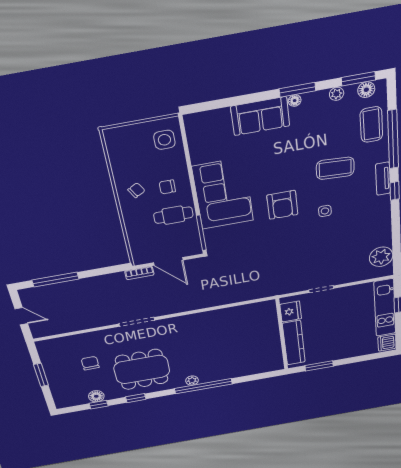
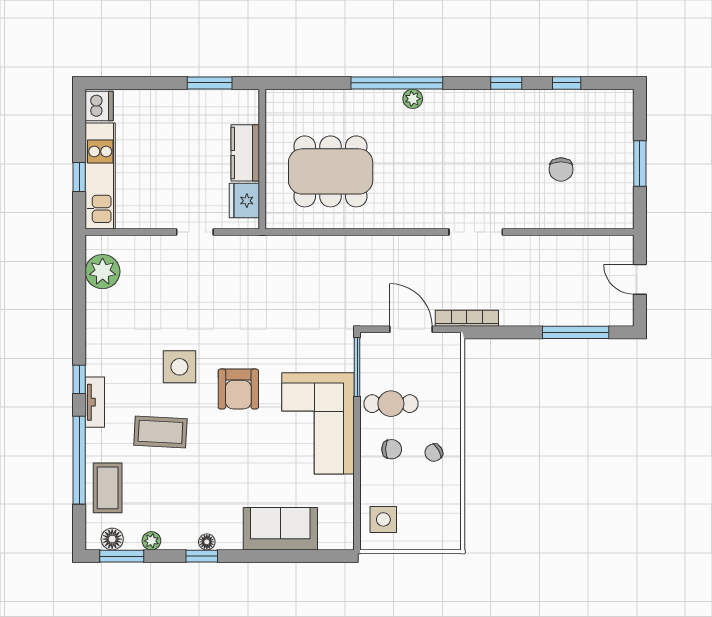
window: (297, 90) -> (202, 556), width x0.67
sofa: (260, 116) -> (280, 529), moved
armchair: (282, 205) -> (238, 389), turned 180
side table: (325, 211) -> (179, 367), width x1.87, depth x1.87
bookcase: (139, 273) -> (467, 318), width x1.56
kitchen counter: (294, 343) -> (245, 153), width x0.67
dining table: (142, 370) -> (331, 171), moved
floor lamp: (96, 396) -> (567, 101), removed

